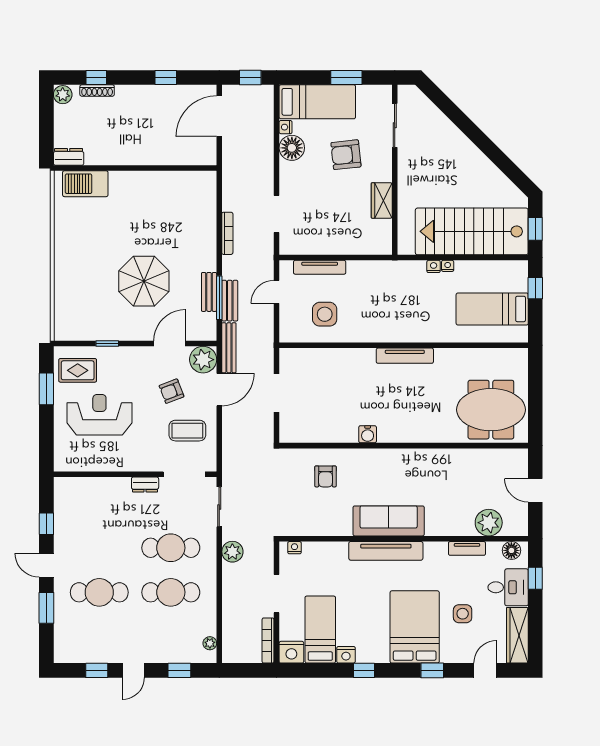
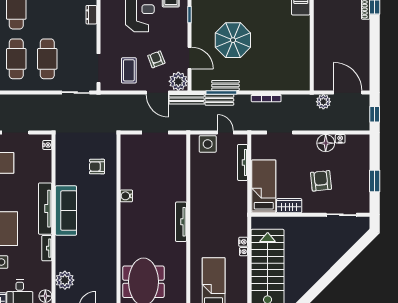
window: (166, 78) -> (375, 55), removed
bed: (317, 102) -> (264, 186), moved, turned 180
side table: (325, 314) -> (208, 144), moved
dresser: (145, 484) -> (91, 15), moved
tv unit: (467, 548) -> (47, 248), moved
plant: (232, 552) -> (323, 102), moved

